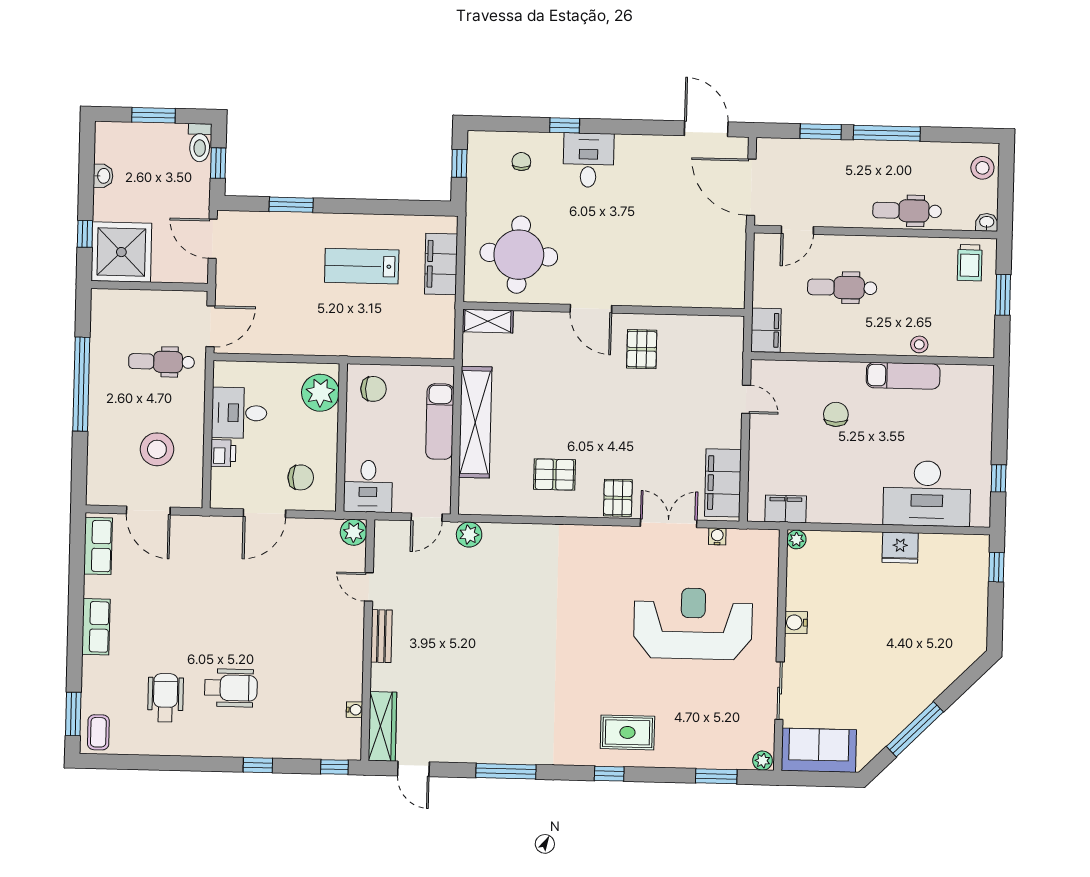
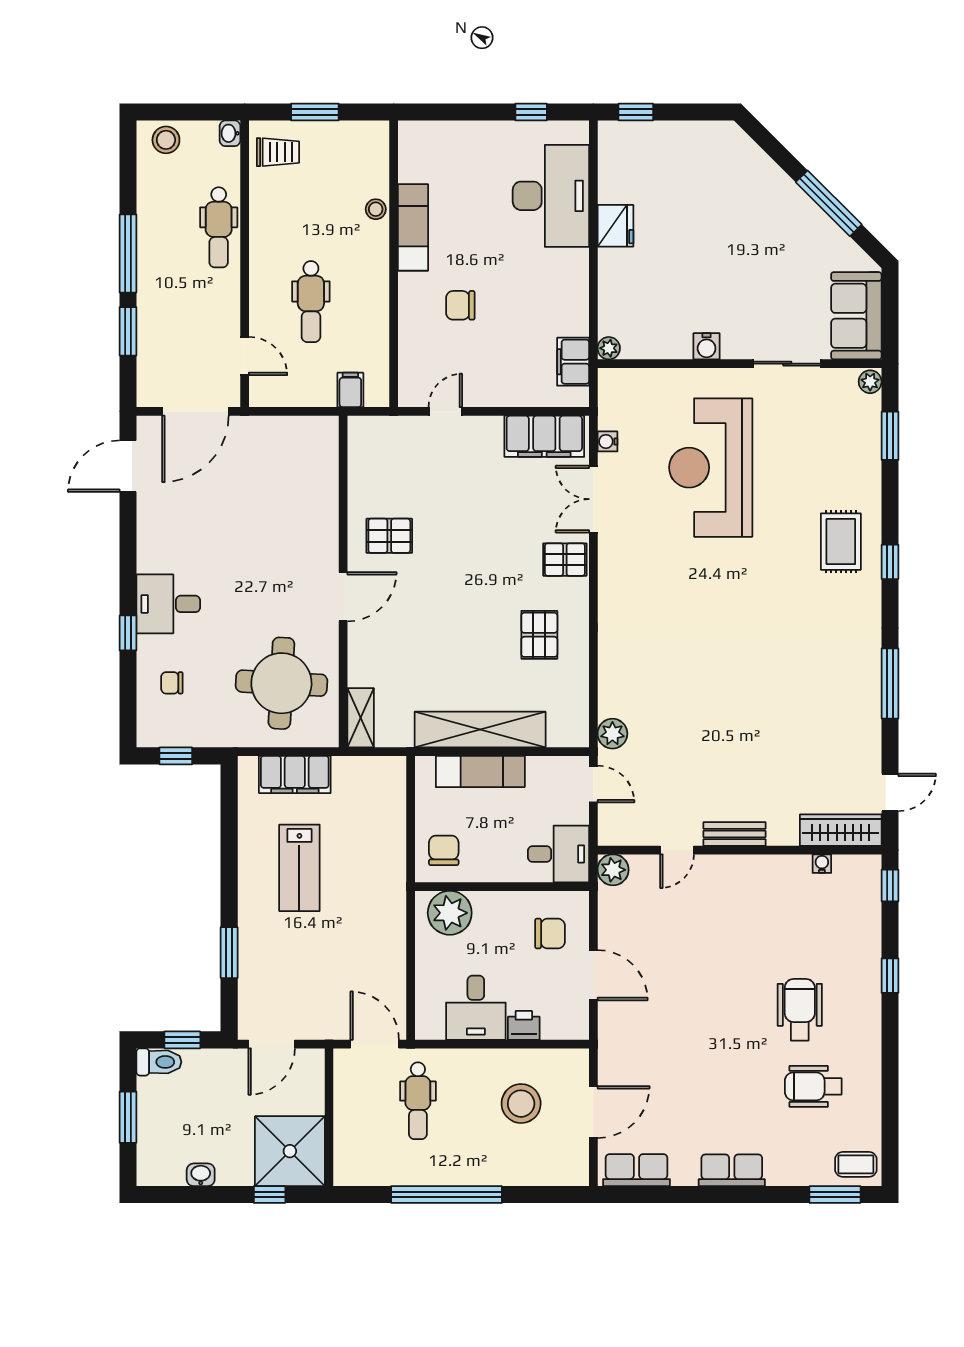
filing cabinet: (766, 330) -> (350, 390), width x0.50
chair: (301, 477) -> (550, 934), turned 90

